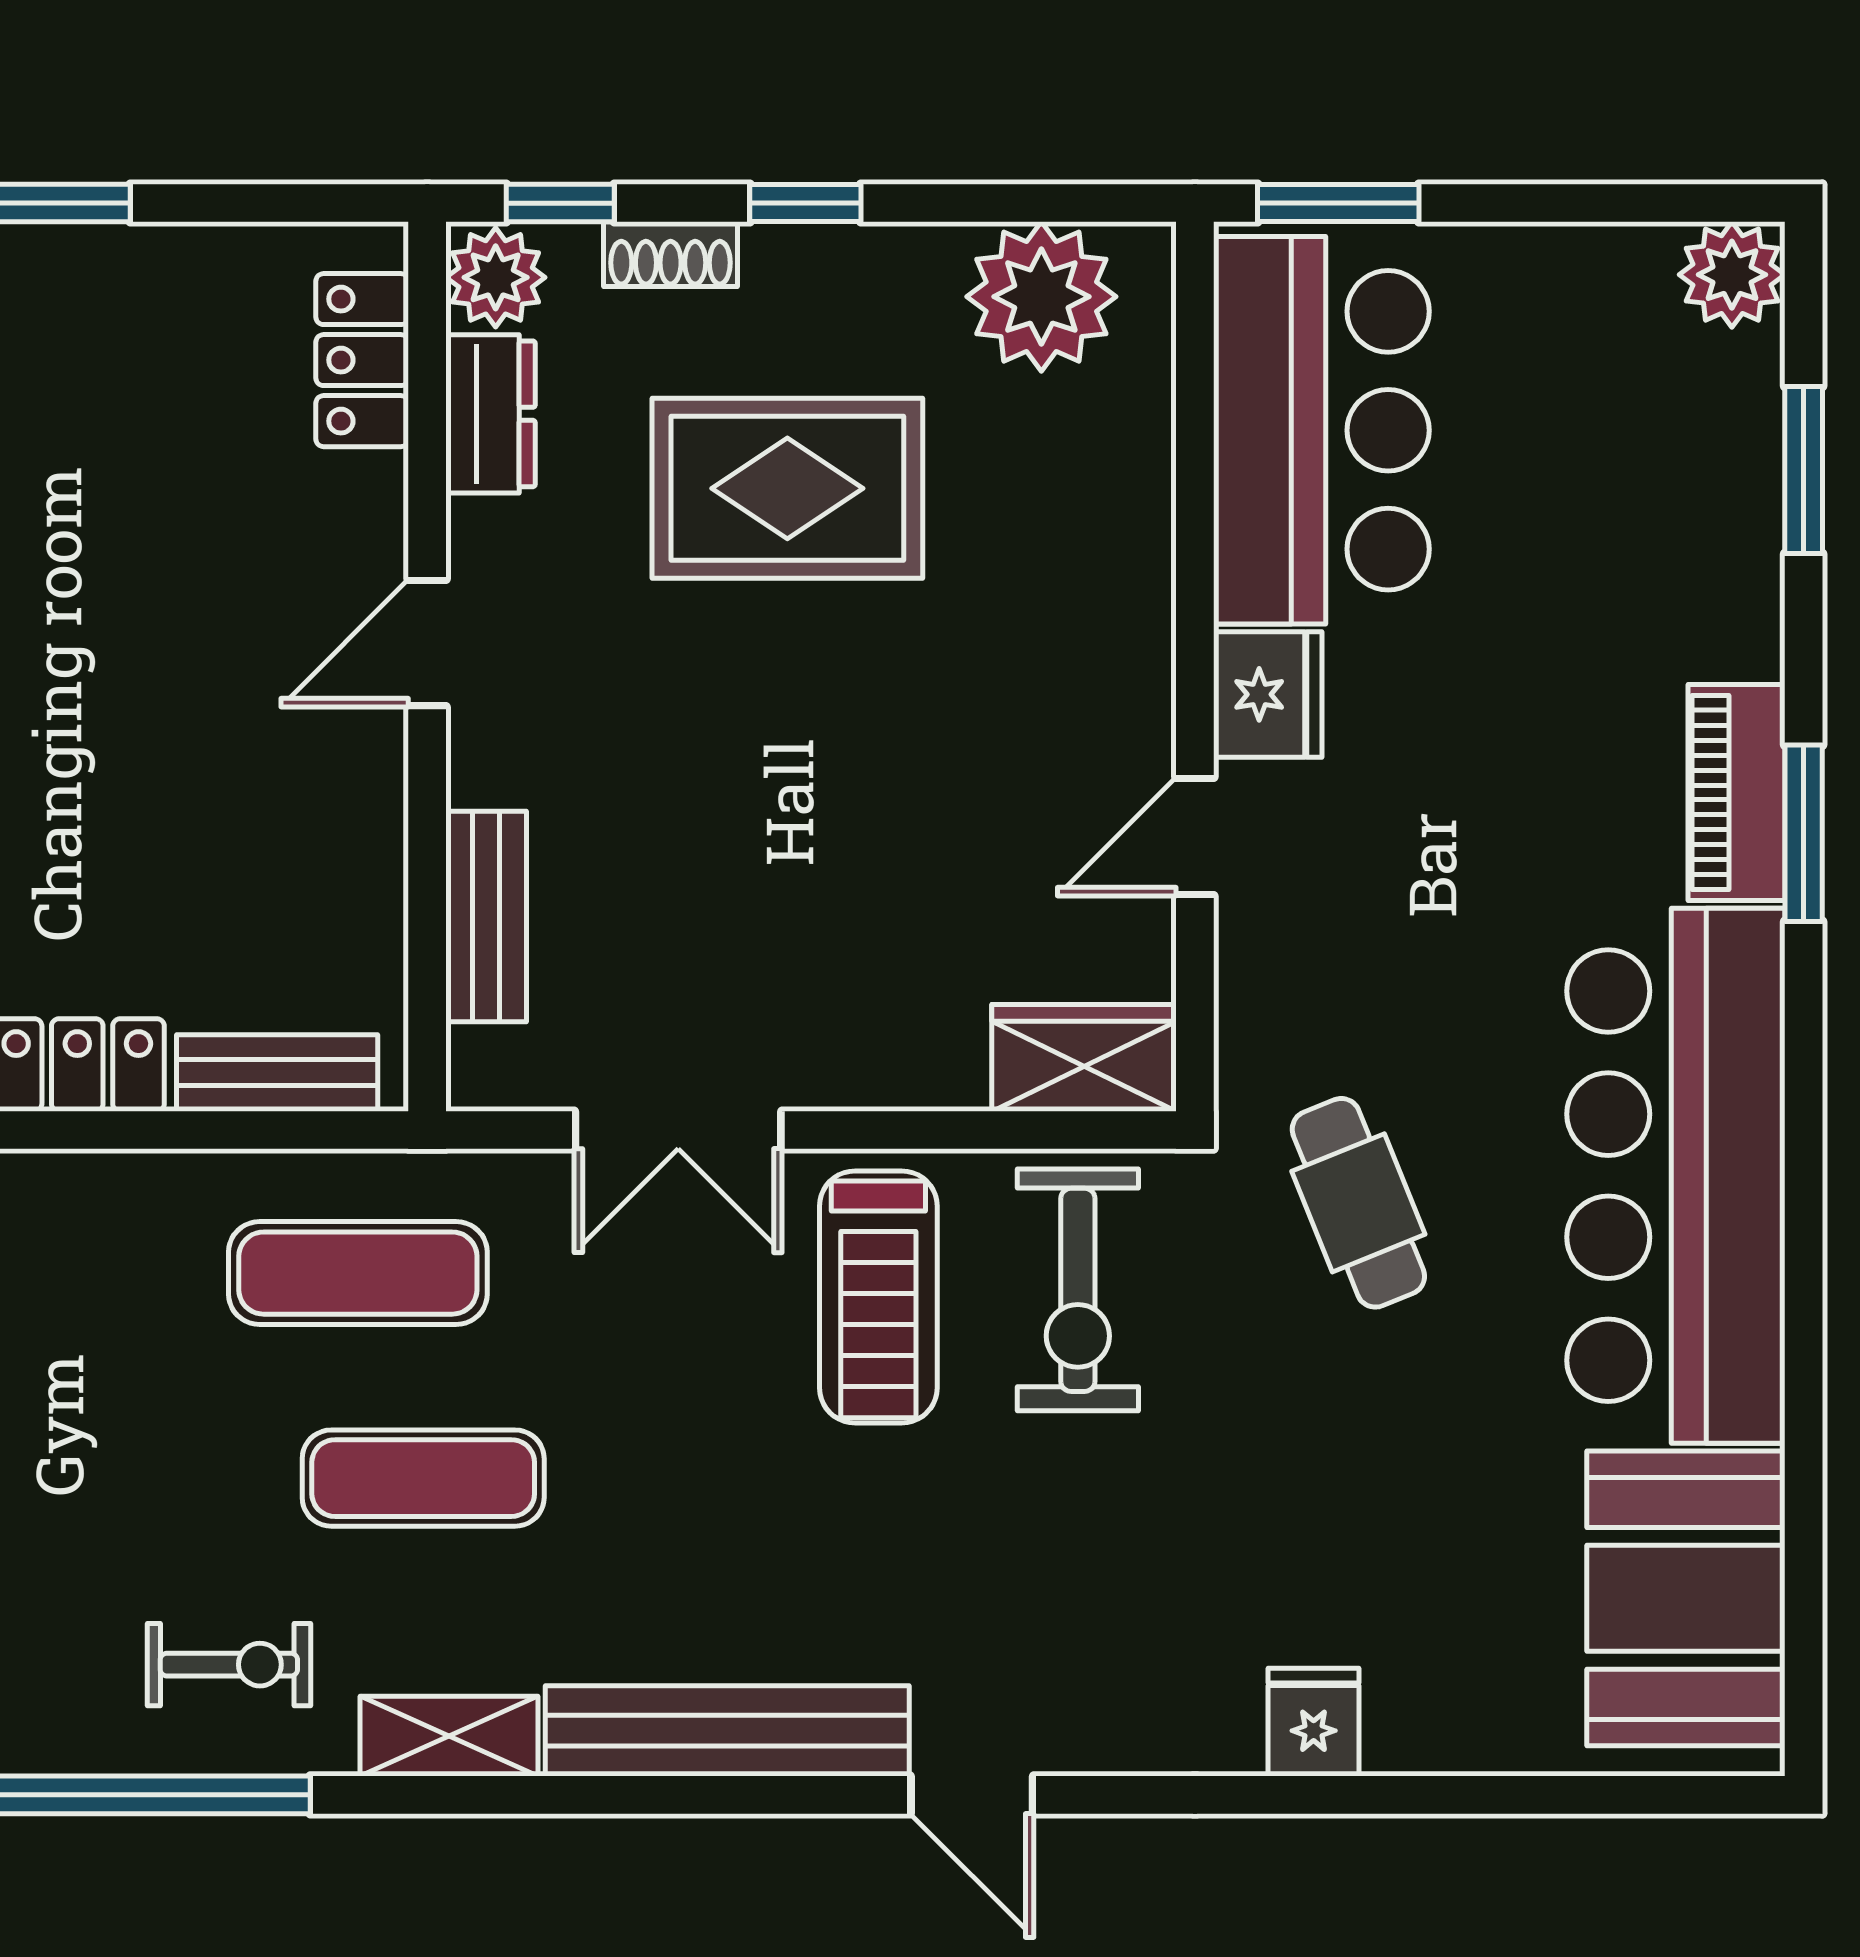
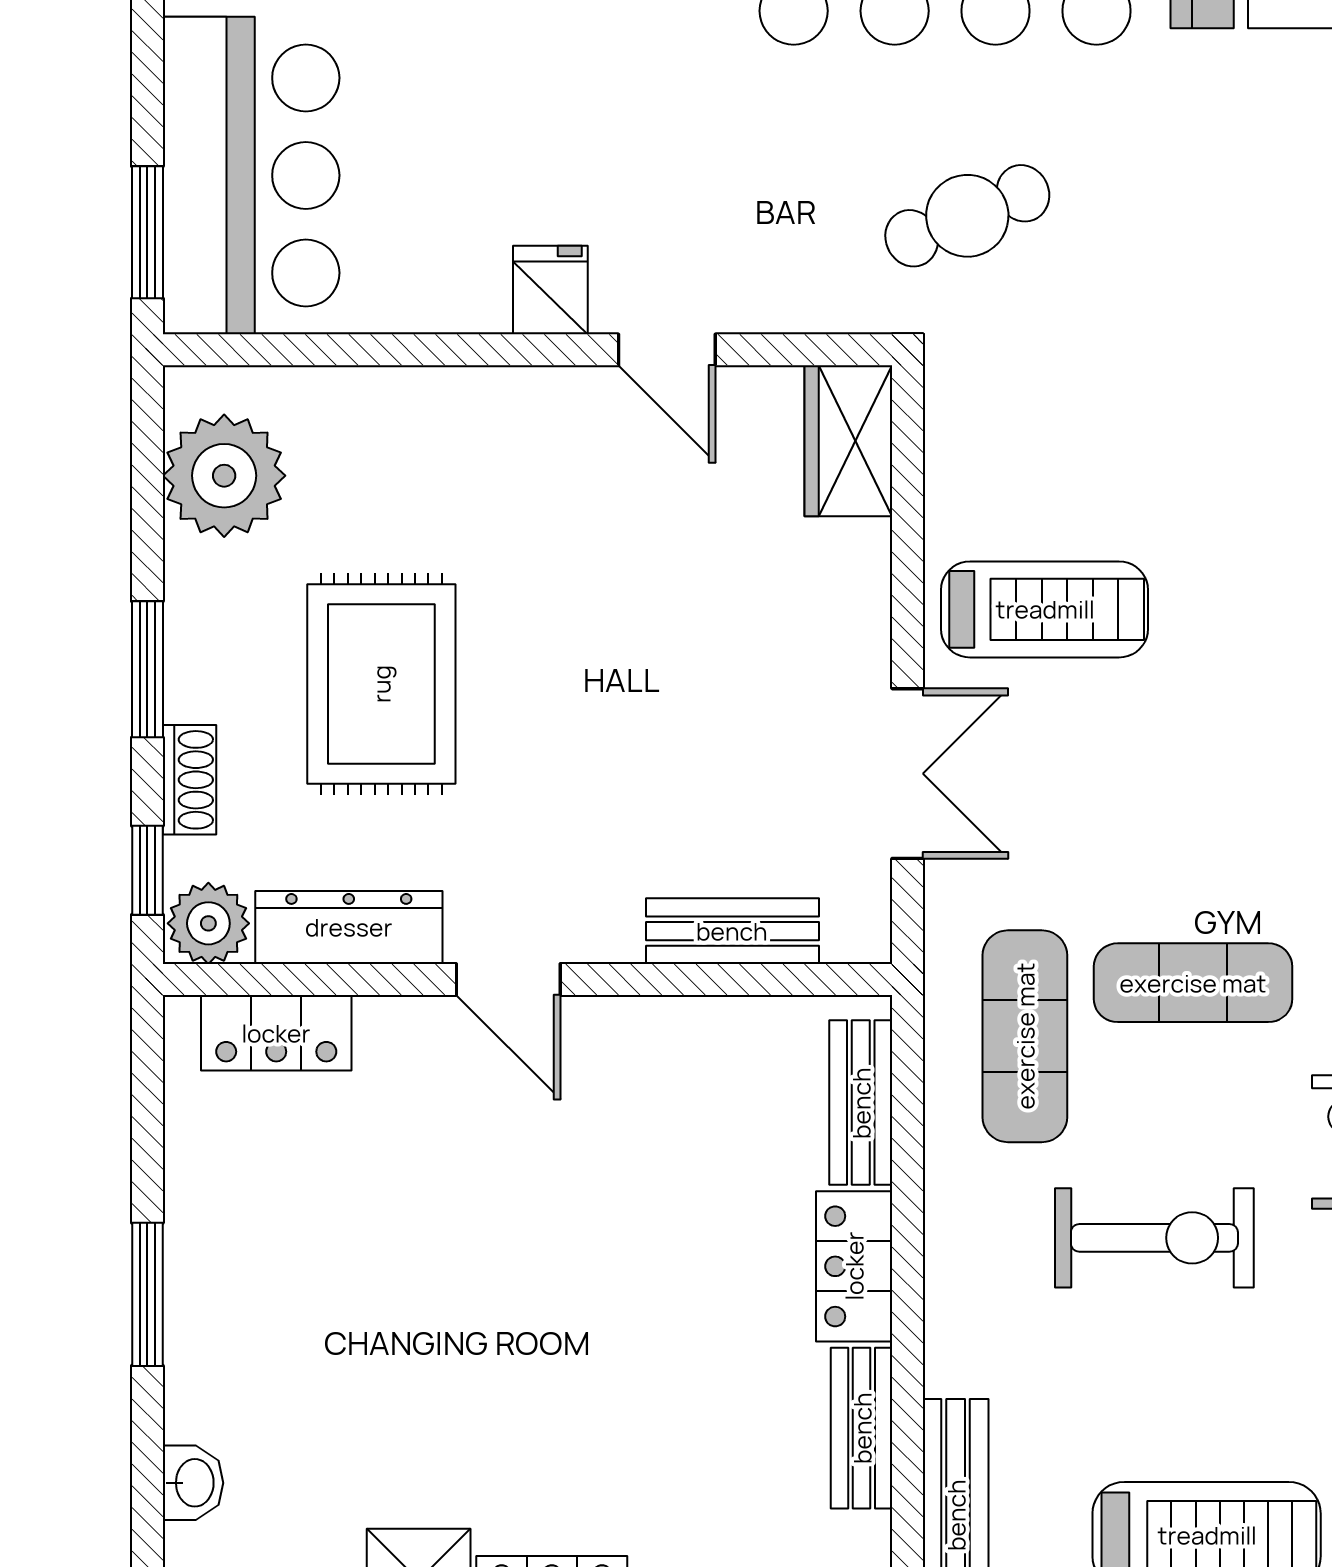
window: (805, 203) -> (147, 669), width x1.50
dresser: (491, 414) -> (349, 927), width x1.44
bar counter: (1321, 430) -> (251, 175), moved, turned 90
fridge: (1268, 694) -> (550, 290), width x0.72
exercise bike: (1078, 1290) -> (1154, 1238), moved
exercise mat: (423, 1478) -> (1193, 983), turned 90

